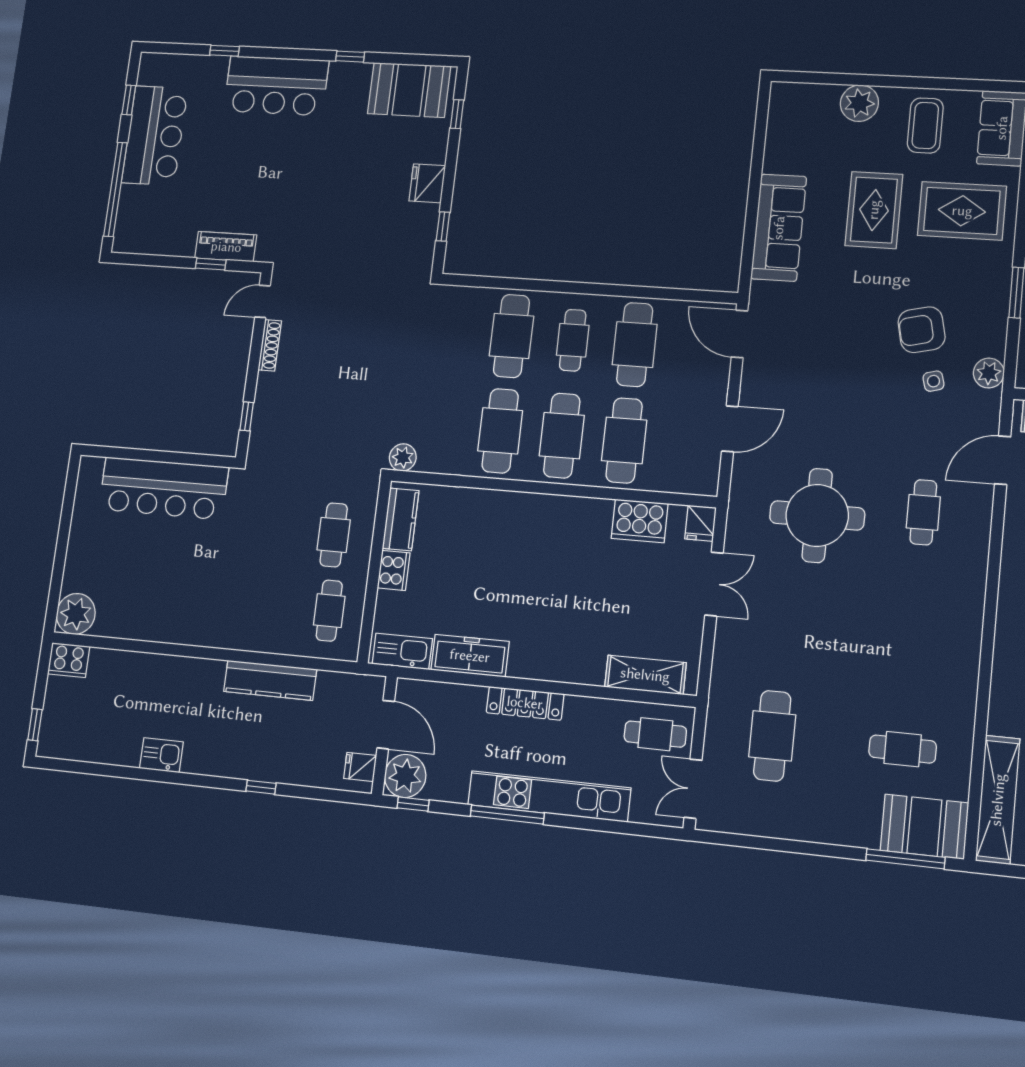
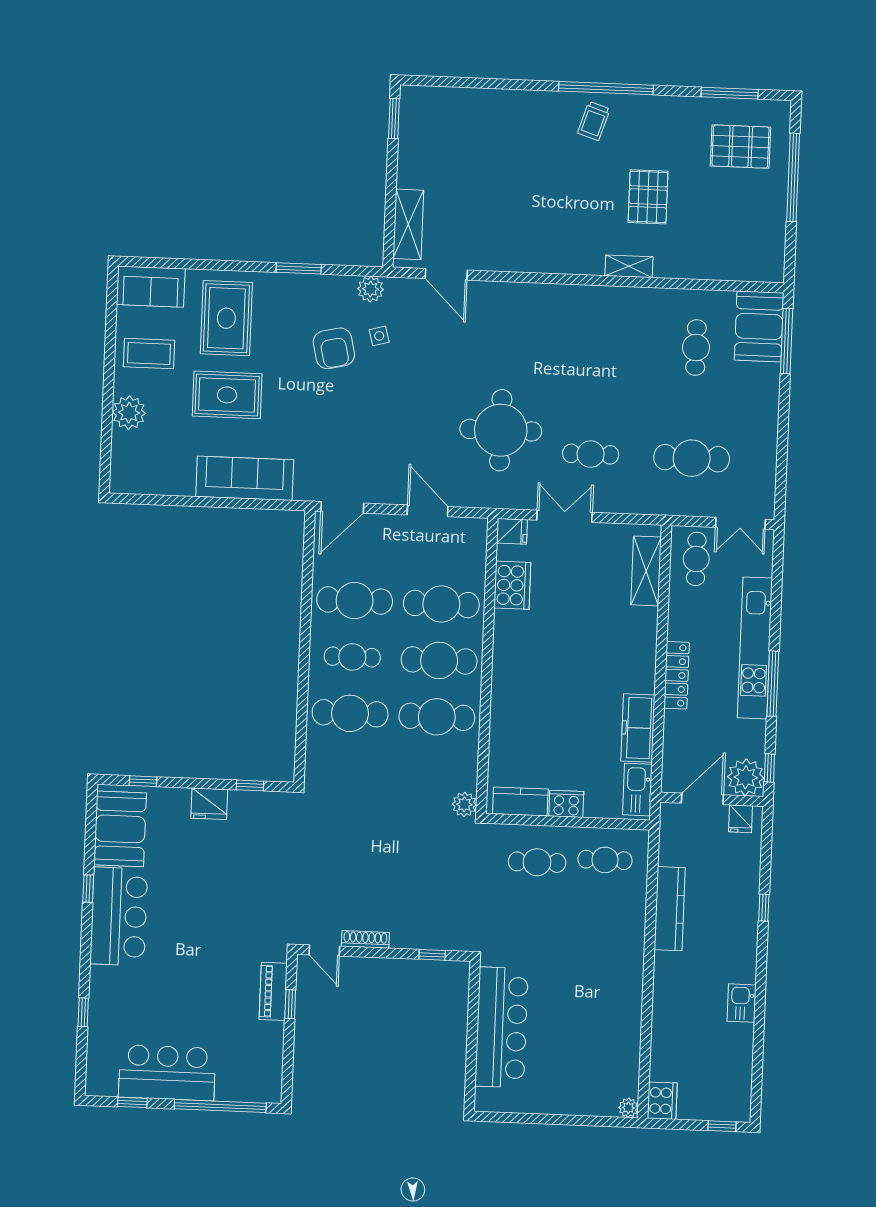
bar counter: (276, 86) -> (119, 916), moved
cafe table: (923, 512) -> (591, 454), moved
plant: (76, 614) -> (628, 1108), width x0.53, depth x0.53
shelving: (998, 800) -> (629, 266), moved, width x0.45, depth x0.75

